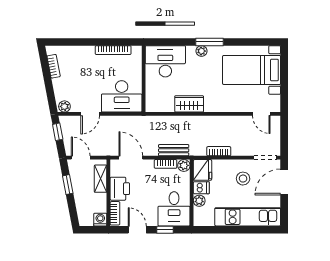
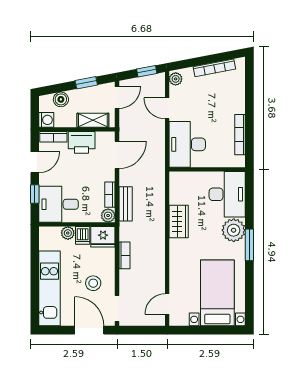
plant: (201, 51) -> (234, 230), width x1.87, depth x1.87
bookcase: (54, 66) -> (214, 68), width x1.56
boiler: (82, 207) -> (61, 99), added

